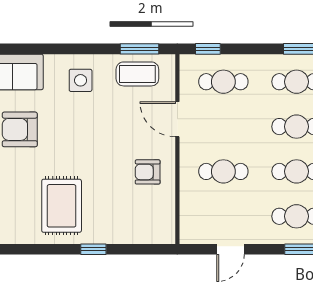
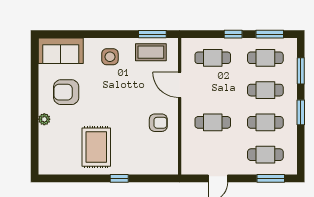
window: (208, 49) -> (233, 34), moved
armchair: (148, 172) -> (158, 123), turned 180

